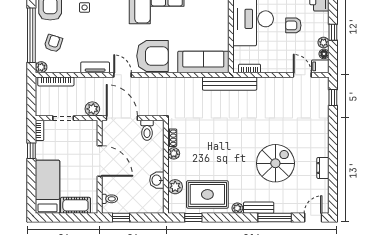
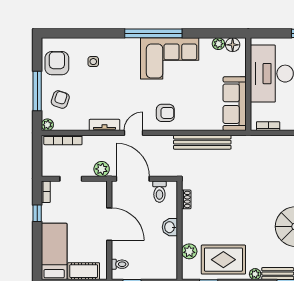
window: (31, 35) -> (37, 91), width x0.68
armchair: (153, 56) -> (165, 113), width x0.53, depth x0.53
sofa: (203, 62) -> (235, 104), moved, turned -90
door: (123, 75) -> (134, 133), hinge flipped
bench: (230, 84) -> (202, 142), moved
plant: (174, 153) -> (188, 216), removed
washbasin: (157, 180) -> (170, 227), moved

